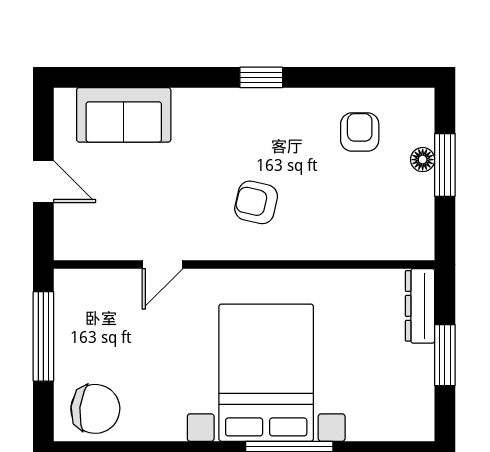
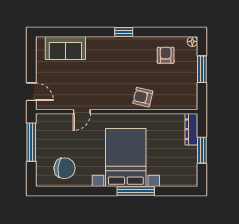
floor lamp: (423, 160) -> (192, 41), moved
door: (43, 182) -> (31, 92), moved
armchair: (256, 202) -> (143, 97), moved
chair: (95, 409) -> (65, 168), moved

